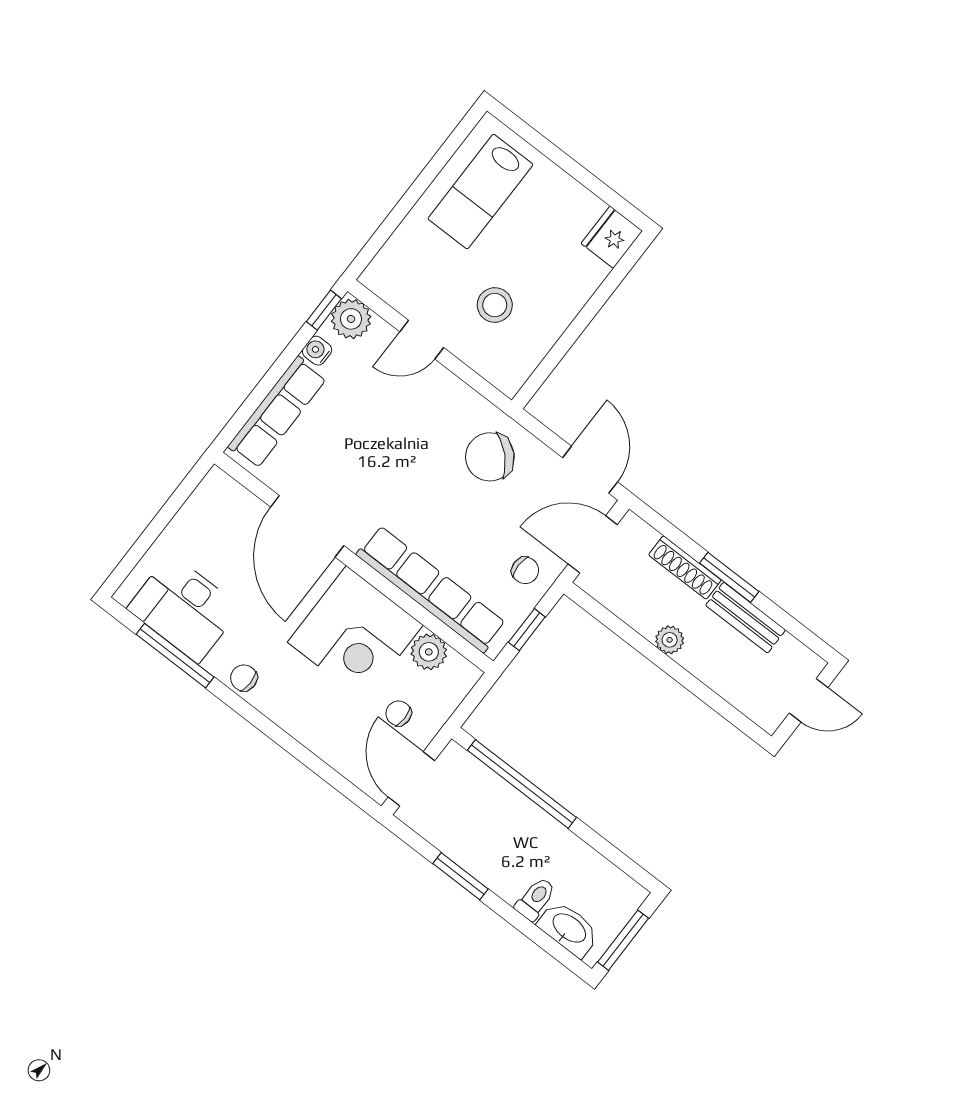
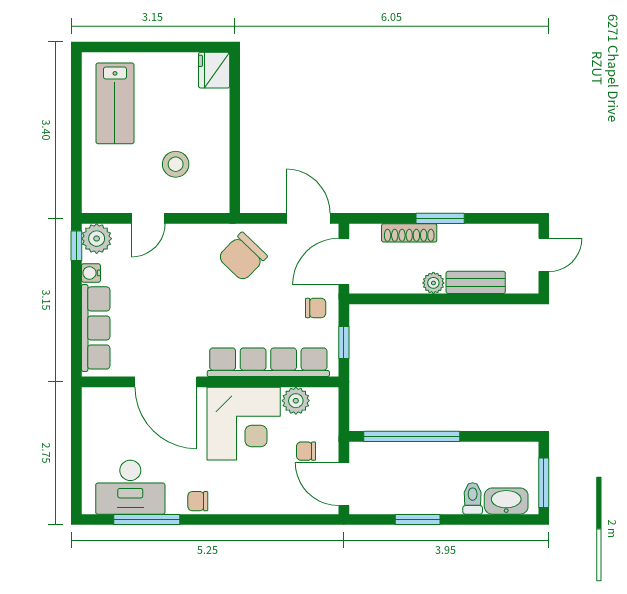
bench: (746, 618) -> (476, 282), moved

